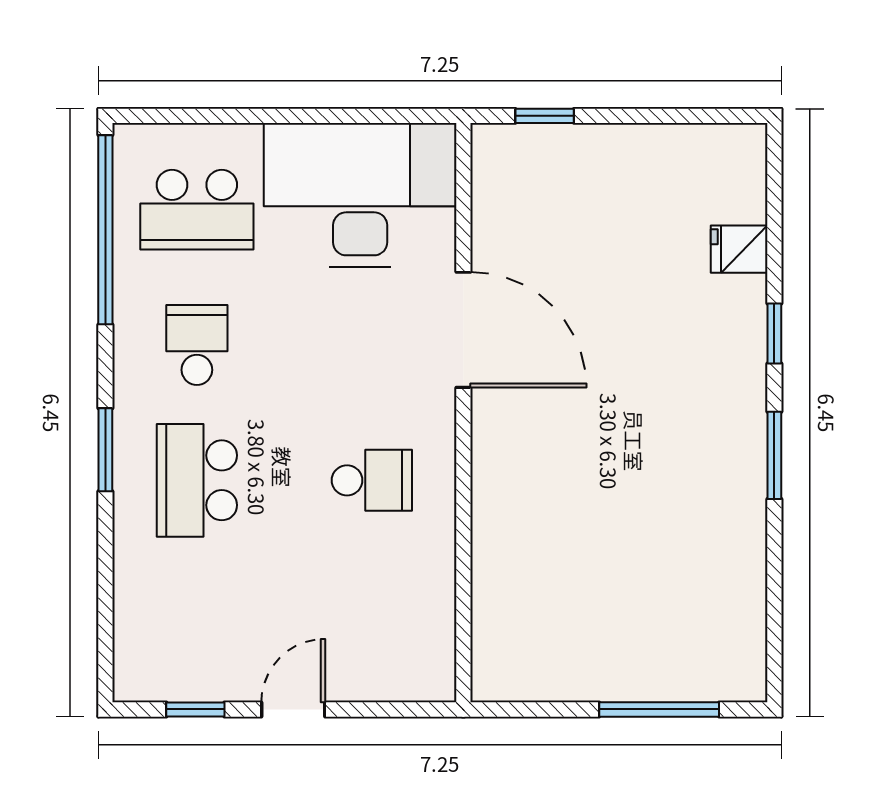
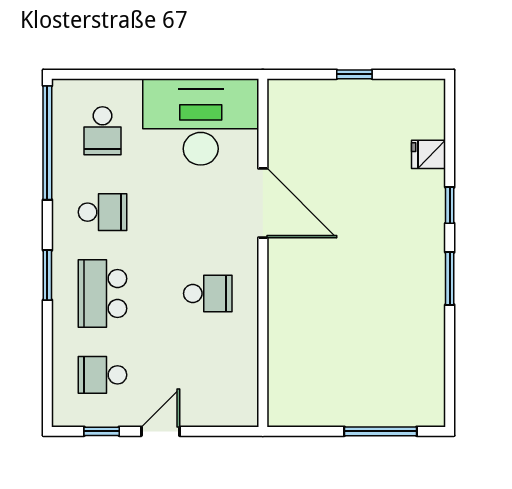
window: (545, 116) -> (354, 74), moved
school desk: (197, 210) -> (103, 131), width x0.54
school desk: (197, 345) -> (103, 212), turned 90
school desk: (197, 616) -> (103, 375), added

